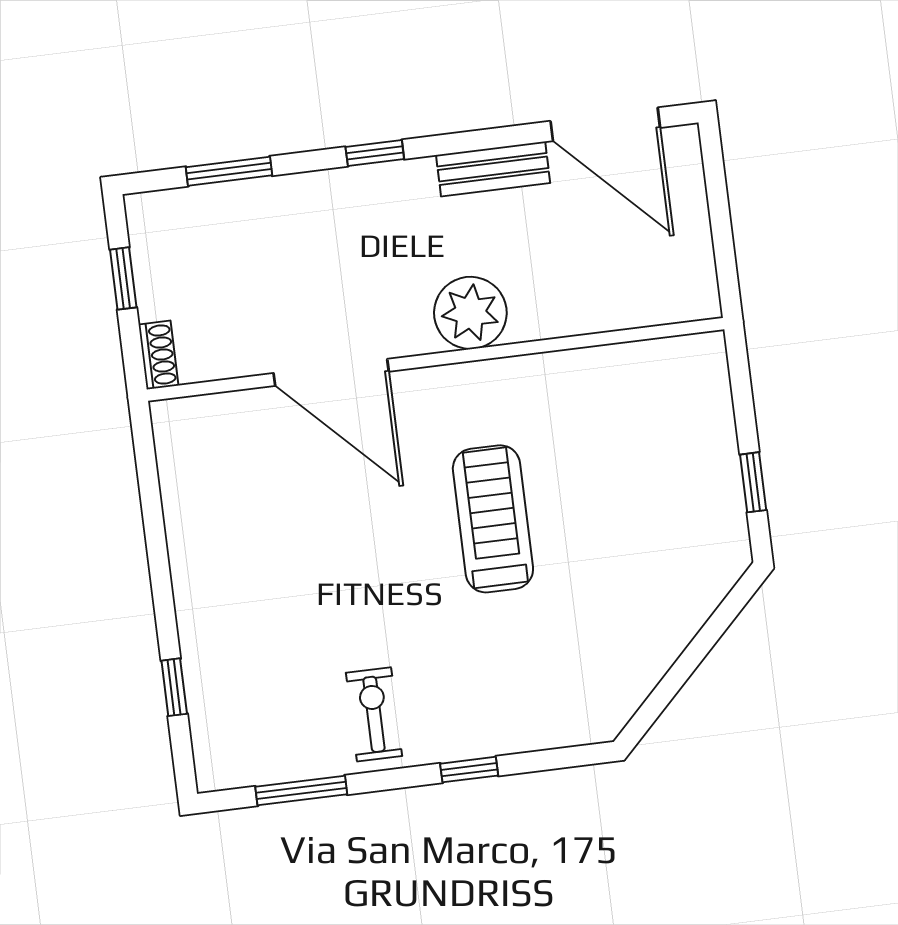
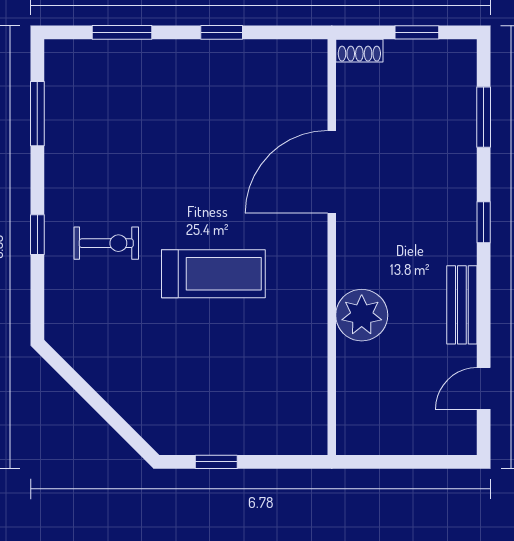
door: (605, 124) -> (484, 388), width x0.53
plant: (470, 313) -> (362, 315), moved
window: (157, 549) -> (222, 32), added
window: (174, 687) -> (122, 32), width x1.50
exercise bike: (374, 714) -> (106, 243), moved

